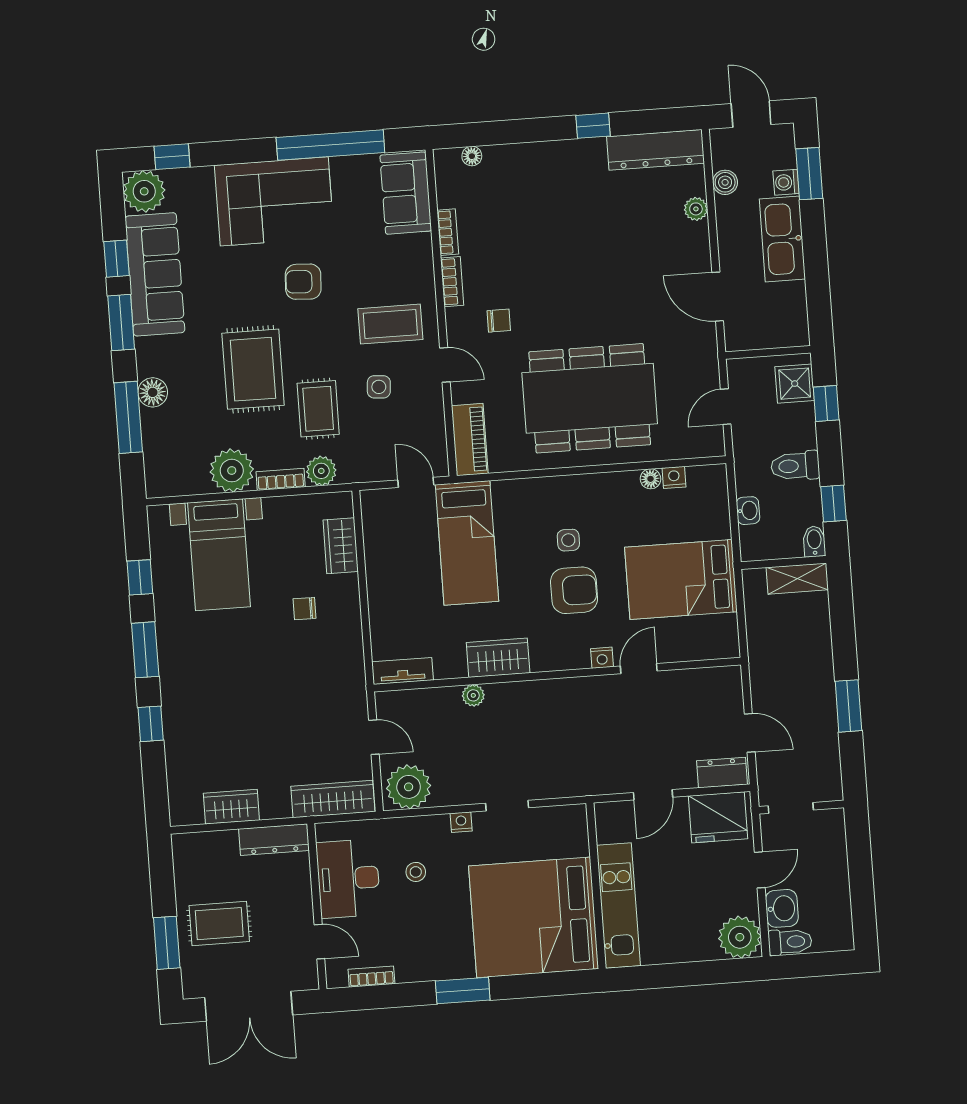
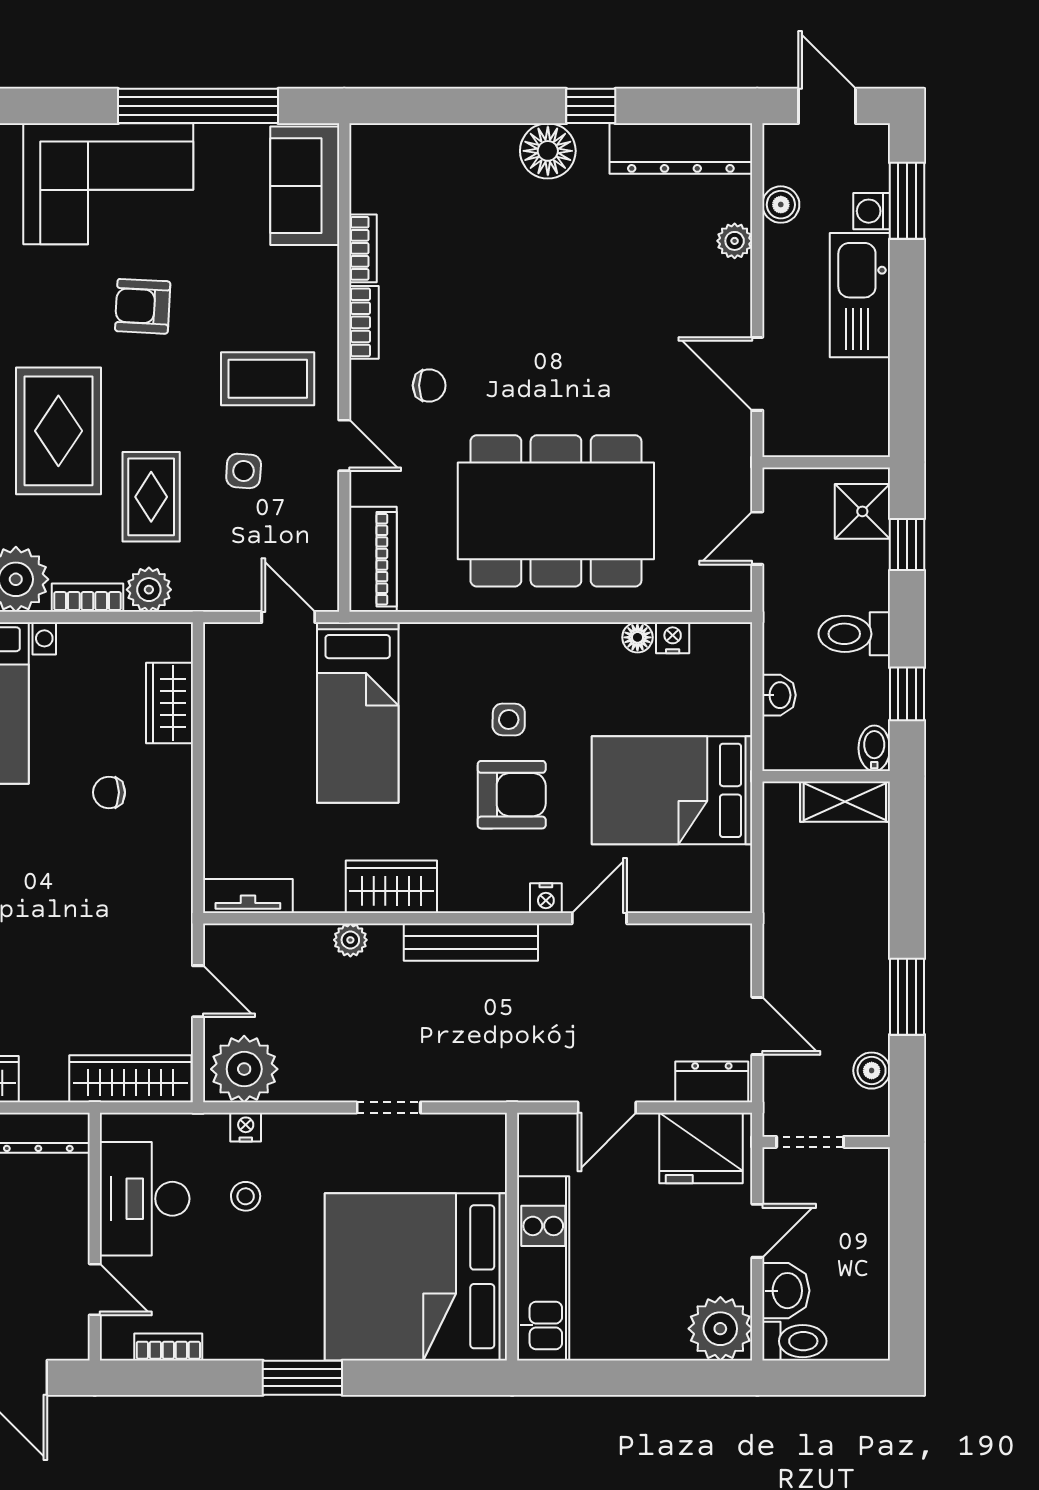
floor lamp: (472, 156) -> (548, 151), moved, width x1.89, depth x1.89
bench: (554, 691) -> (471, 942), added
boiler: (828, 757) -> (872, 1071), added
nightstand: (461, 822) -> (246, 1127), moved

